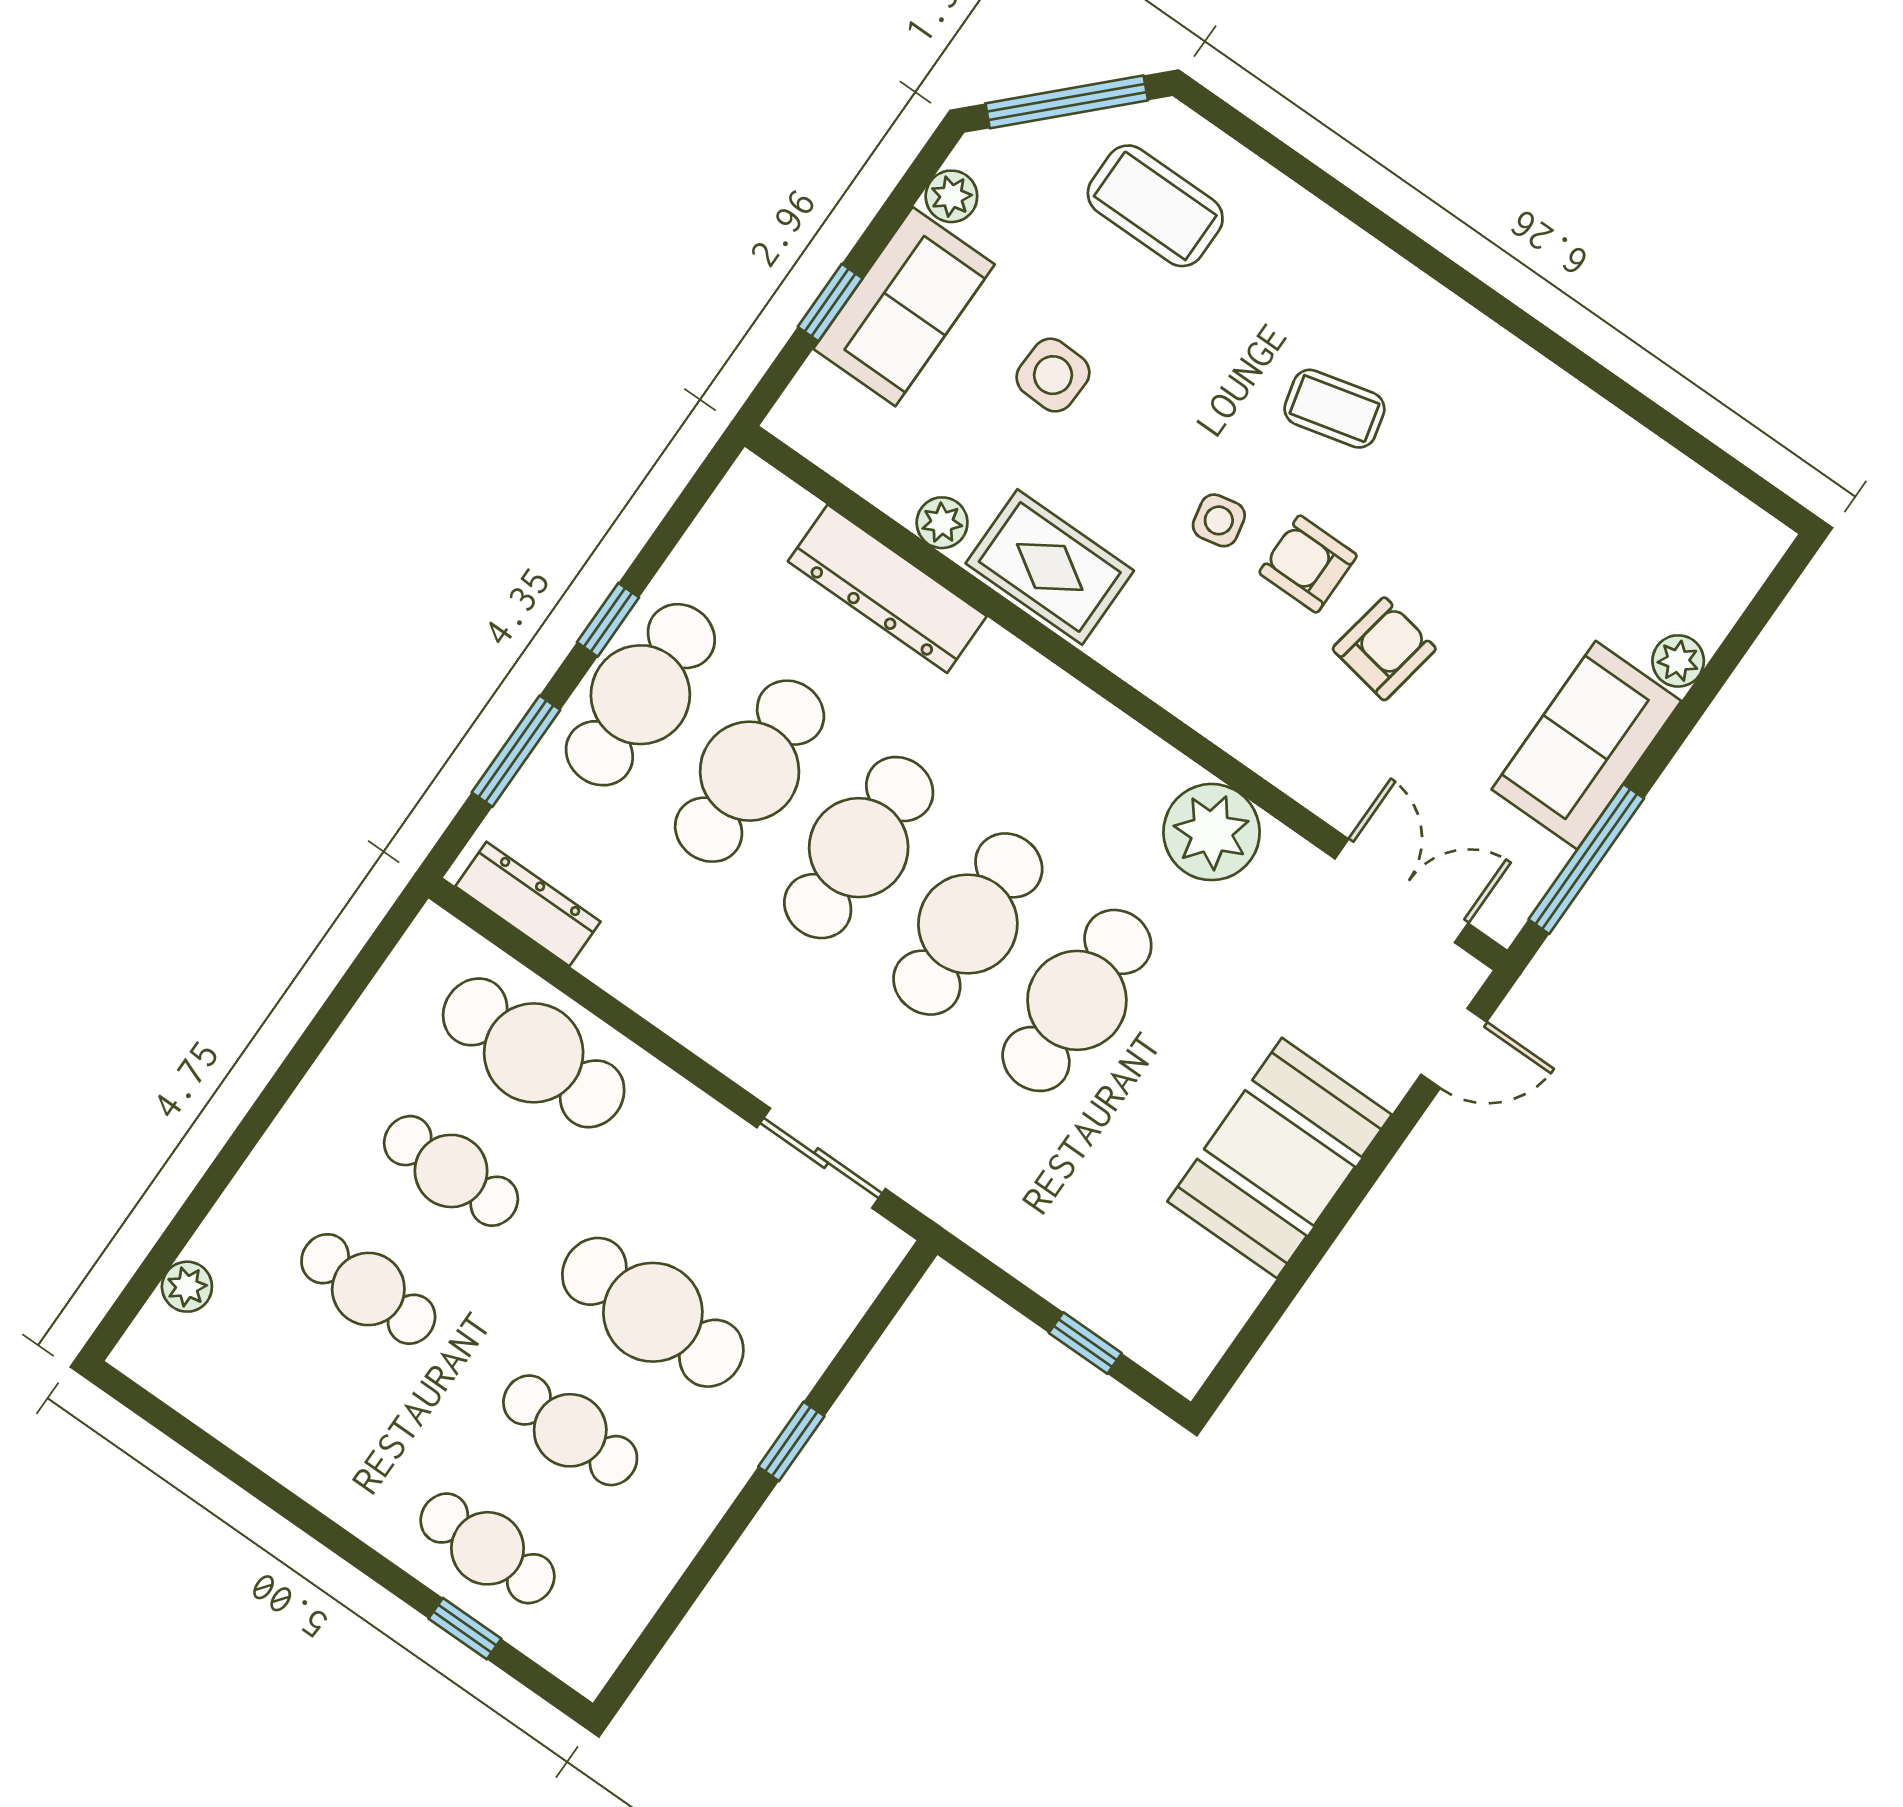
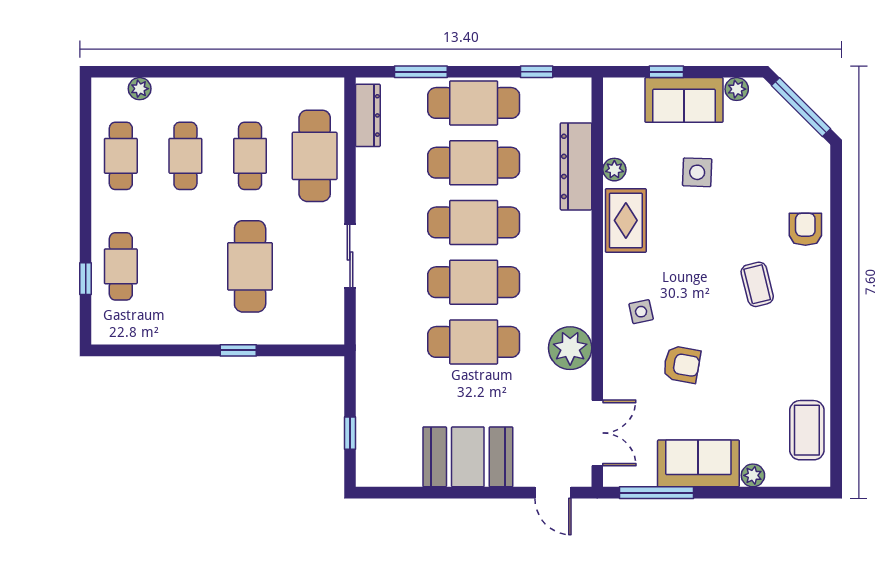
coffee table: (1155, 206) -> (807, 430), moved
side table: (1219, 520) -> (641, 312), moved
armchair: (1308, 564) -> (805, 229), moved
window: (608, 620) -> (537, 72), moved
sliding door: (821, 1158) -> (350, 256), moved
cafe table: (570, 1430) -> (121, 156), moved

